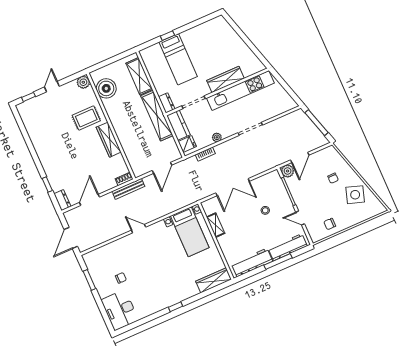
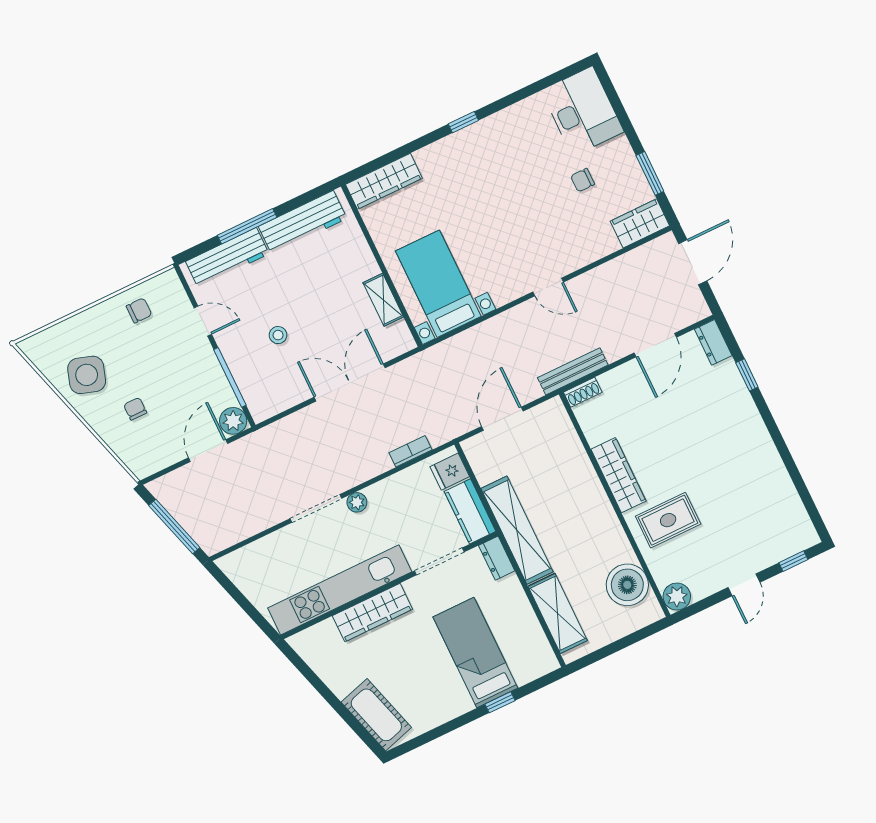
cot: (225, 32) -> (376, 715), added
plant: (217, 137) -> (357, 502), moved
wardrobe: (95, 257) -> (640, 223), added

